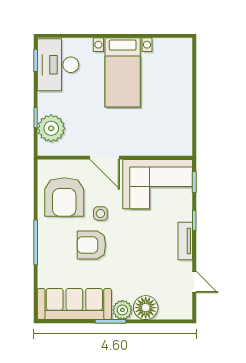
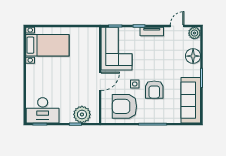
bed with nightstands: (123, 72) -> (47, 45), moved
armchair: (64, 197) -> (124, 106), turned 180
plant: (122, 310) -> (194, 33), moved

